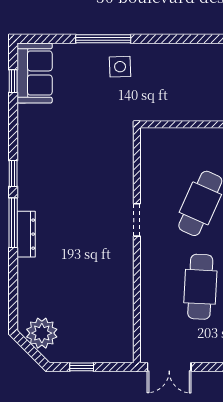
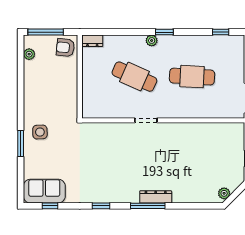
window: (103, 39) -> (21, 144), width x0.69
window: (13, 173) -> (101, 206), moved
plant: (42, 333) -> (224, 193), width x0.53, depth x0.53

